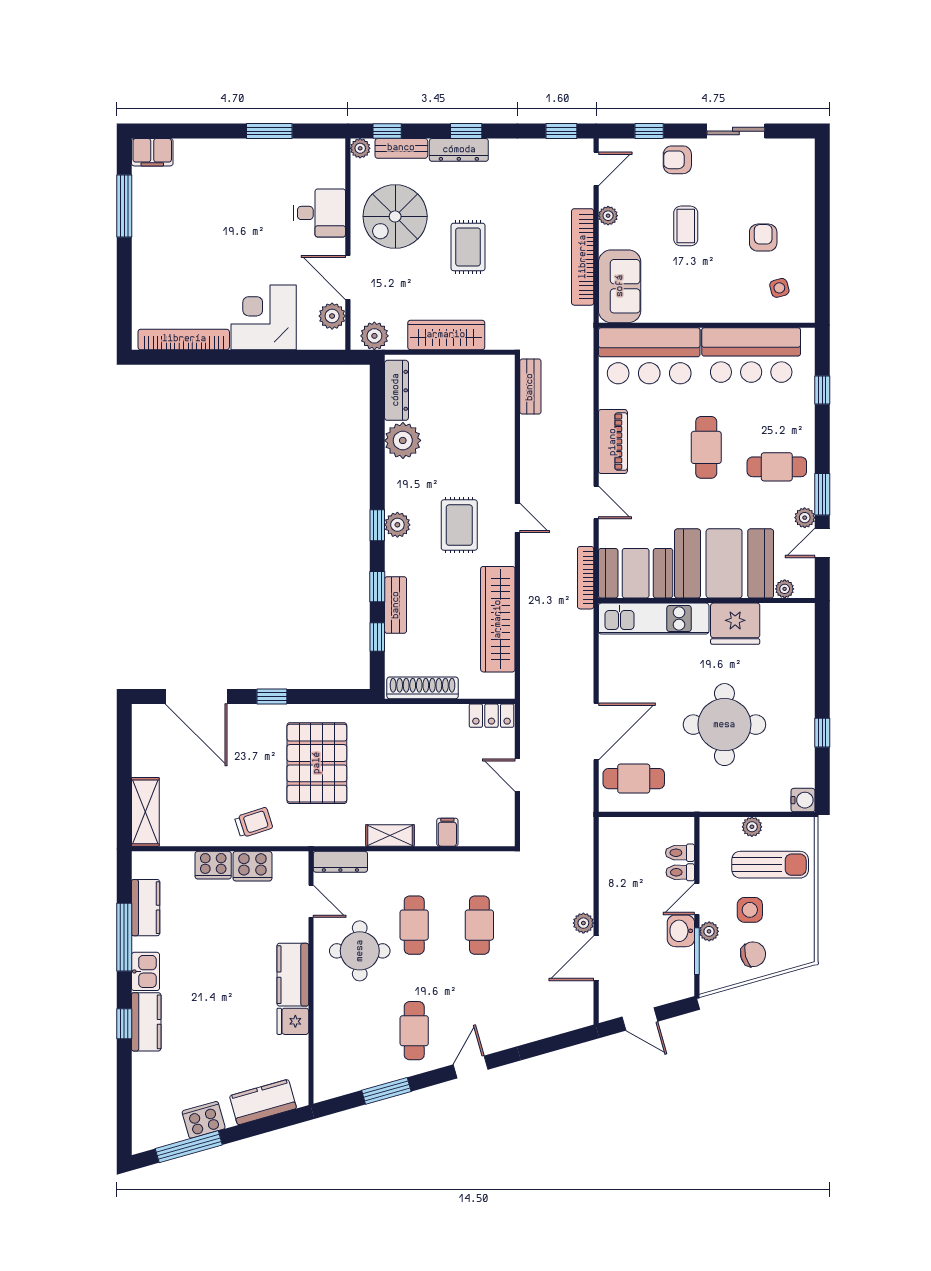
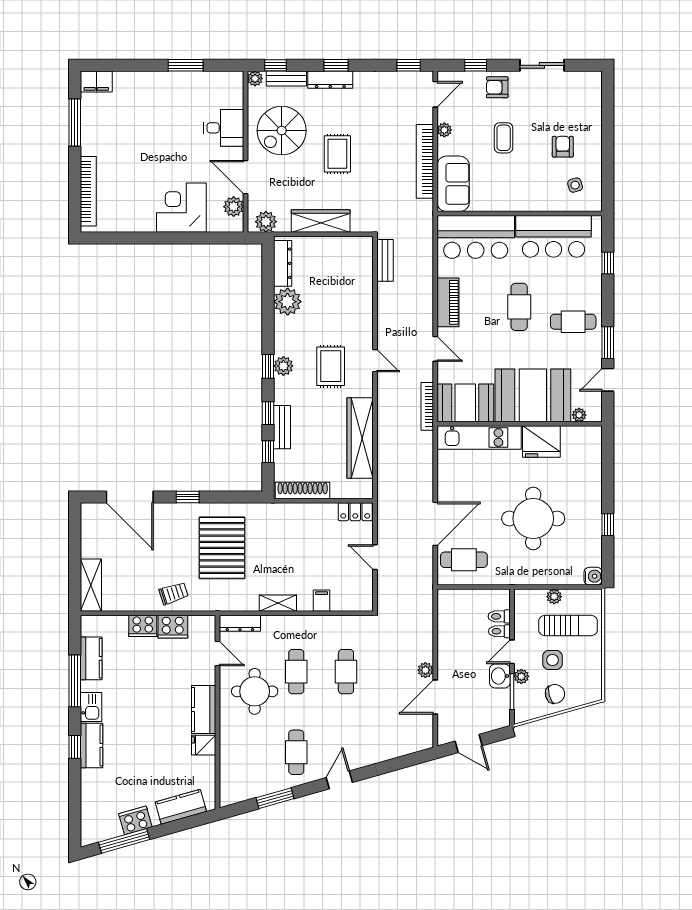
bookcase: (184, 339) -> (88, 191), moved, turned 90
plant: (805, 518) -> (594, 361), removed

